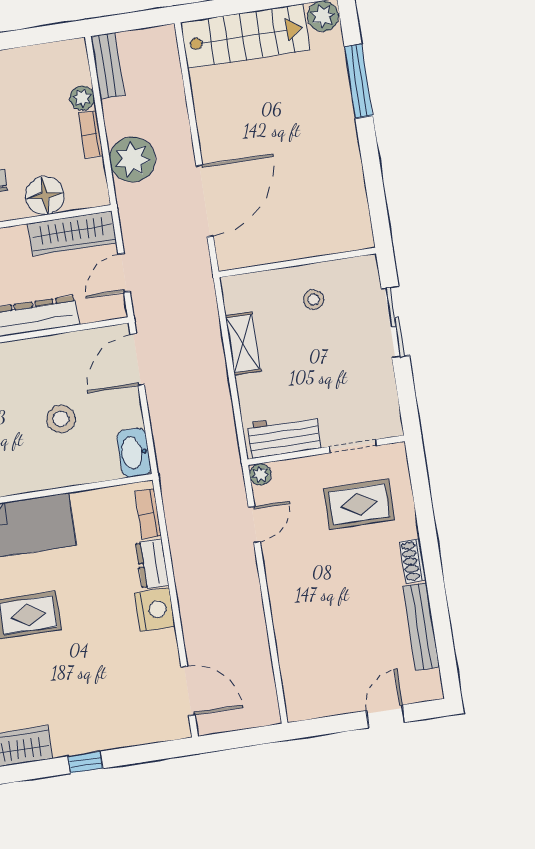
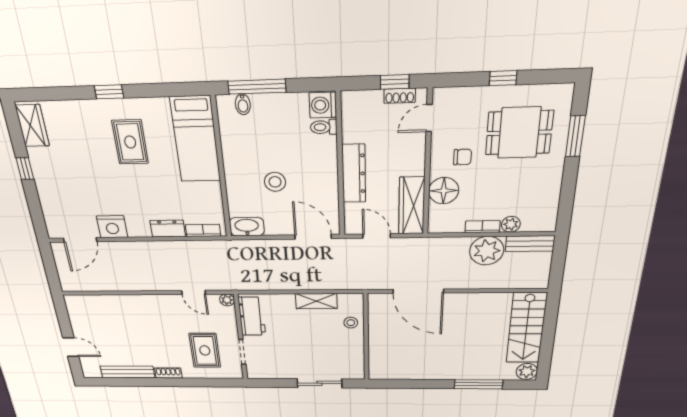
plant: (132, 159) -> (487, 251), moved
stool: (314, 300) -> (351, 323), moved
nightstand: (155, 610) -> (112, 227), moved

